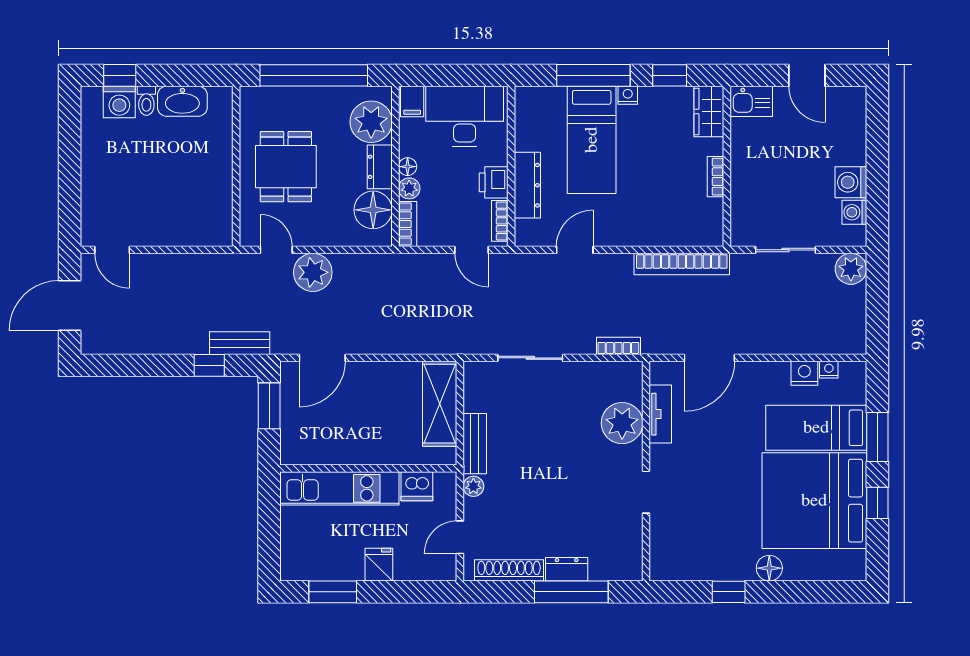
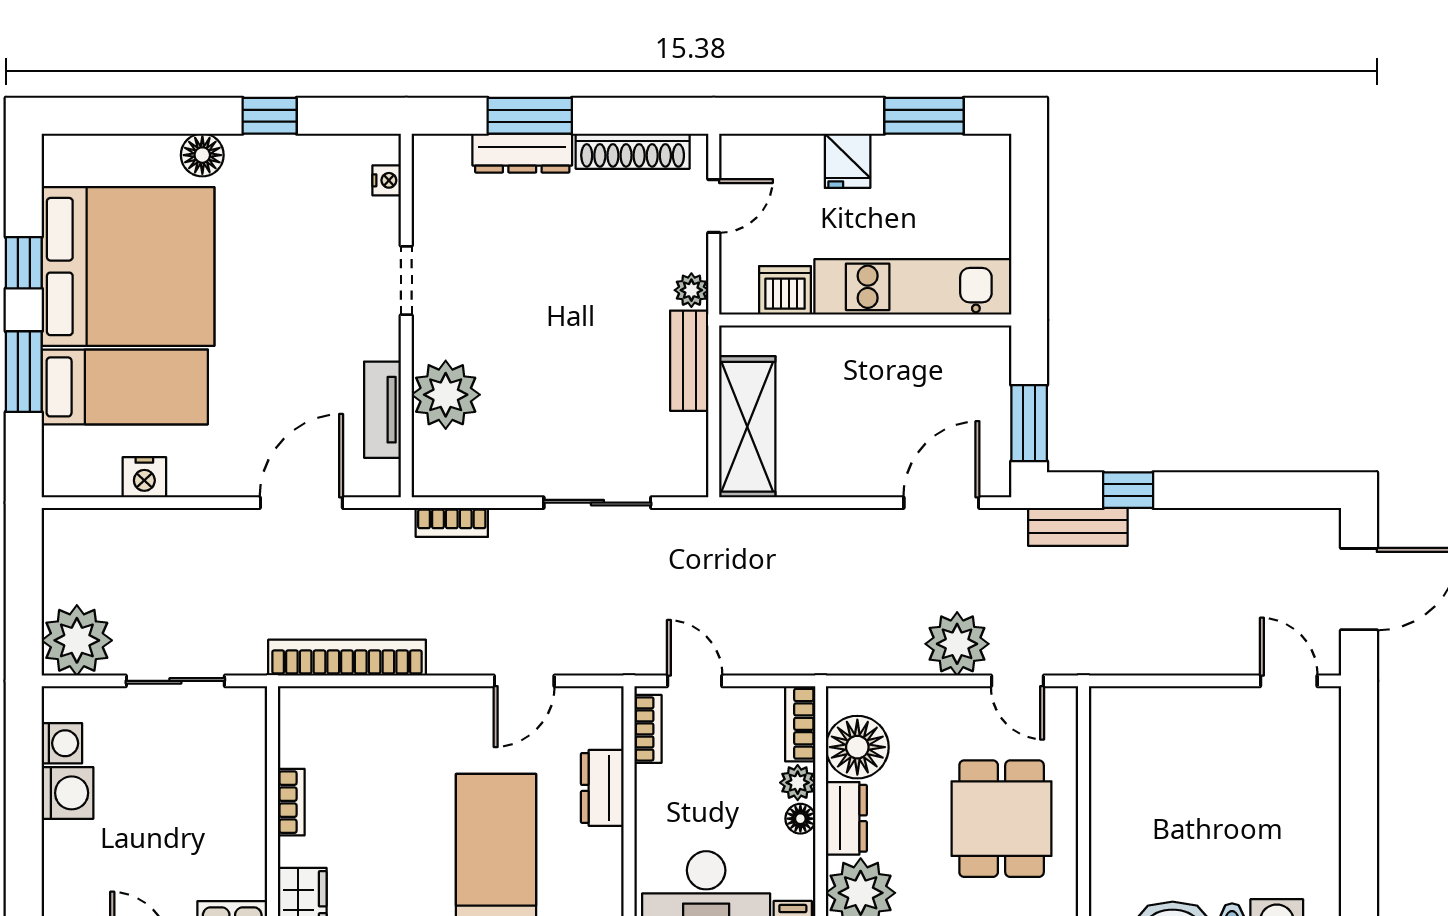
printer: (494, 182) -> (658, 793), removed
dresser: (527, 185) -> (602, 788), width x0.70
plant: (851, 269) -> (77, 640), width x1.36, depth x1.36
nightstand: (829, 370) -> (387, 180), moved, turned -90
dresser: (567, 569) -> (522, 153), width x1.44
window: (571, 592) -> (530, 116), width x0.69

